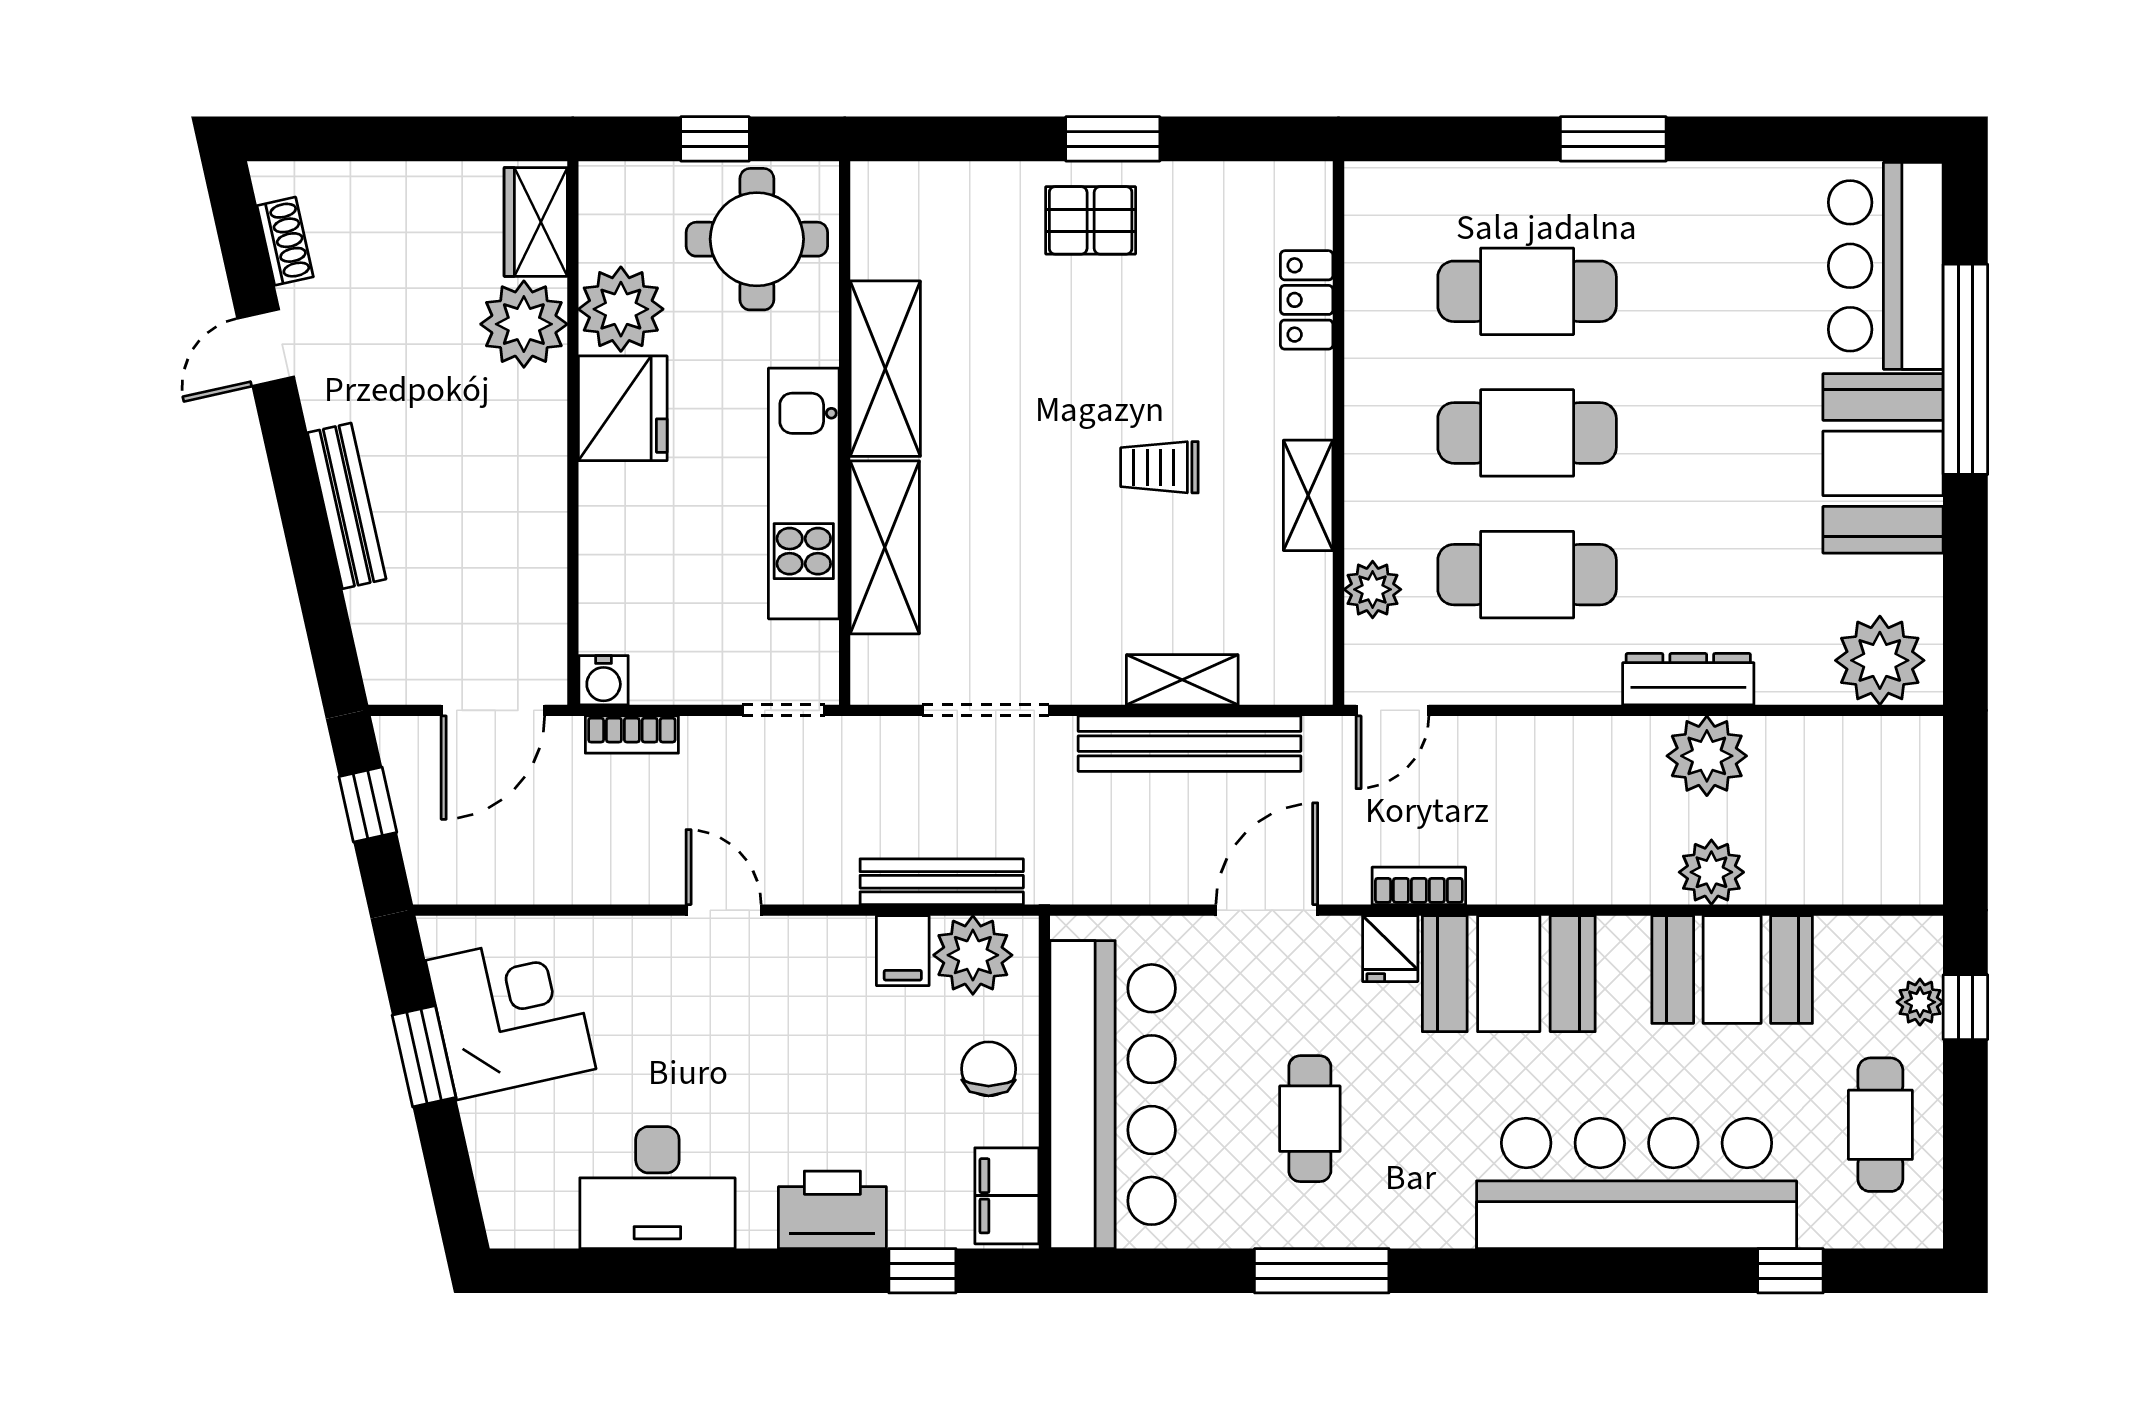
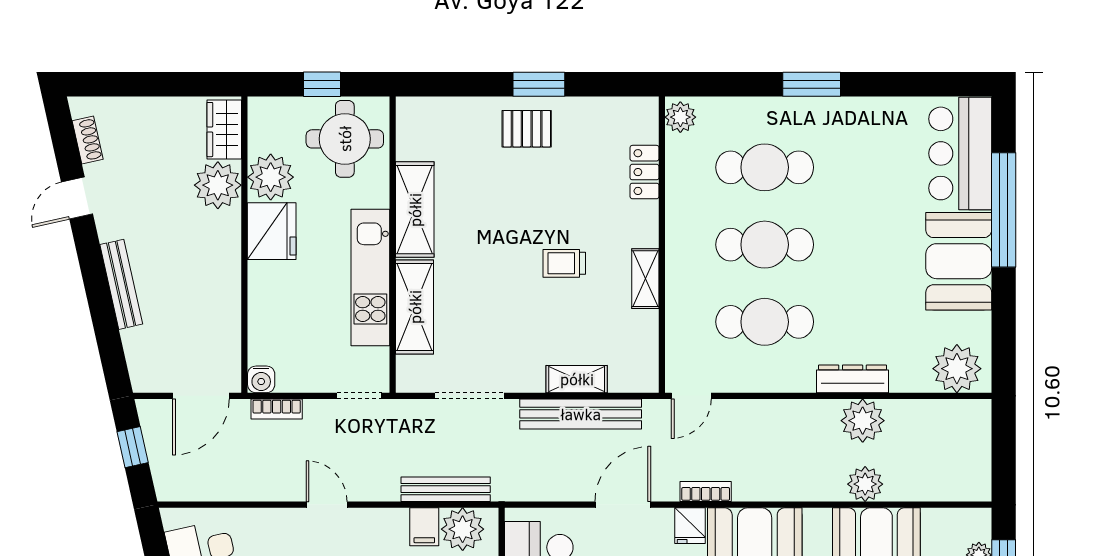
plant: (1373, 589) -> (680, 117), moved

